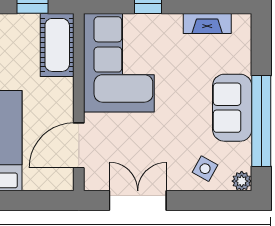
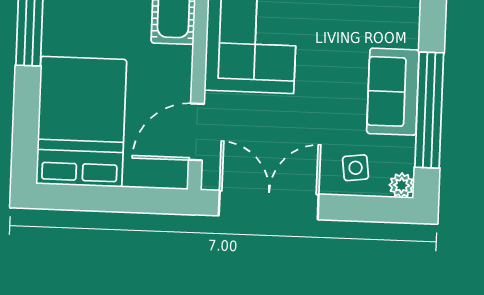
side table: (205, 169) -> (356, 168), turned -36
double door: (138, 201) -> (269, 205), width x1.37

